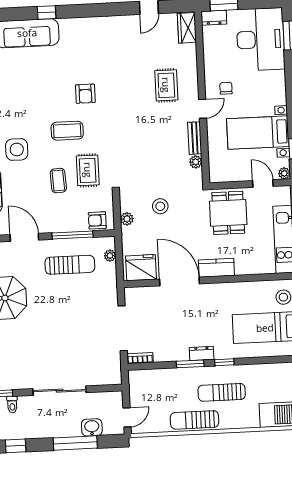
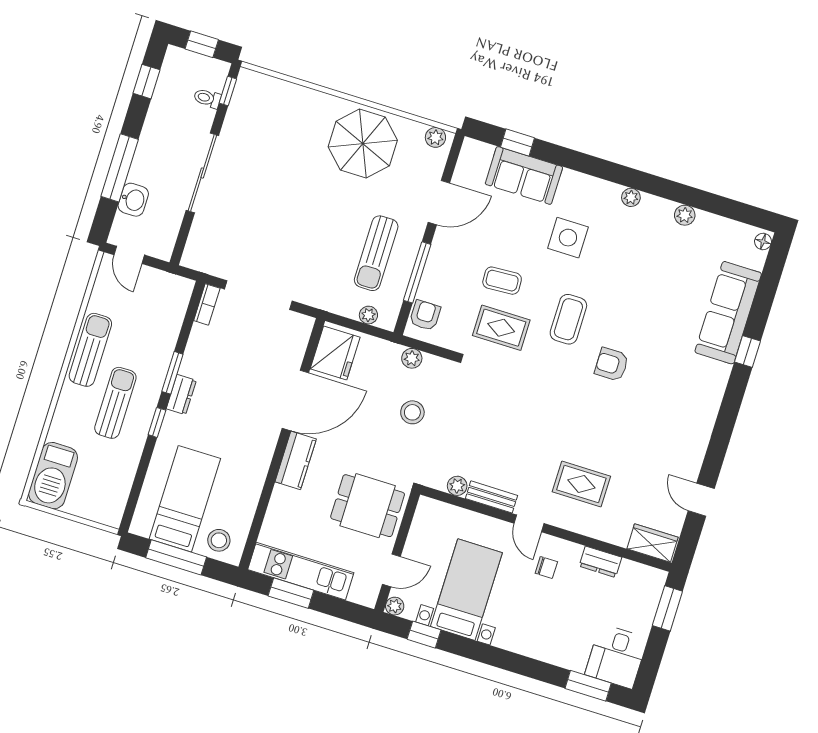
dresser: (214, 18) -> (600, 562), moved, turned -90
desk: (261, 39) -> (616, 656), width x0.53, depth x0.77

